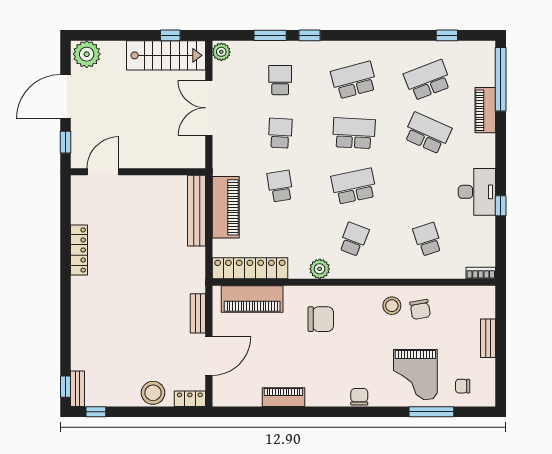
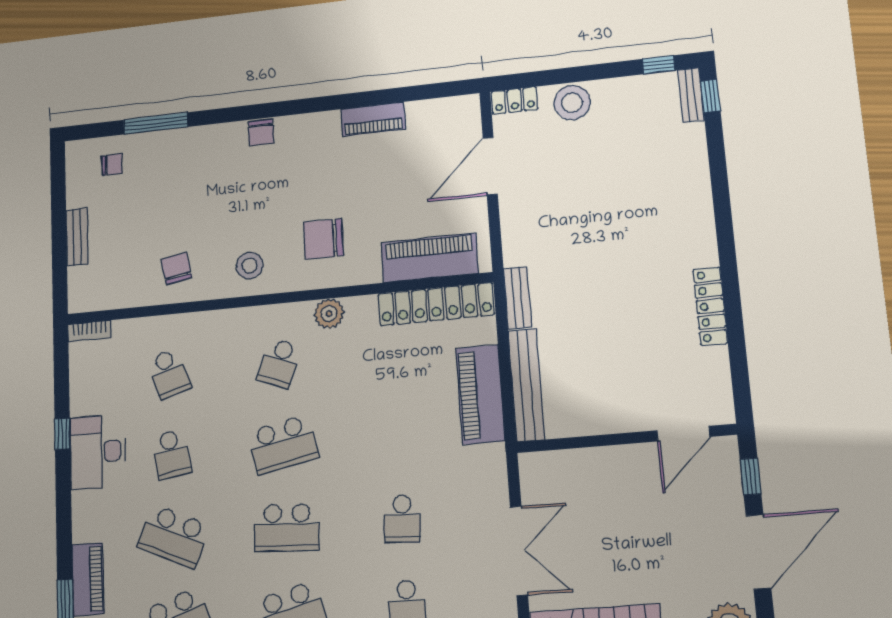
school desk: (280, 186) -> (171, 454), moved
stool: (392, 306) -> (250, 266), moved
bench: (198, 313) -> (517, 298), moved
grand piano: (415, 375) -> (180, 173), removed

